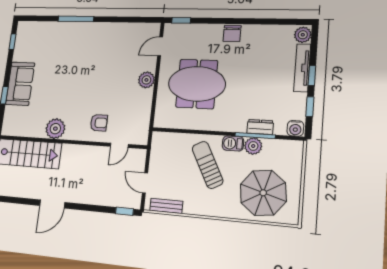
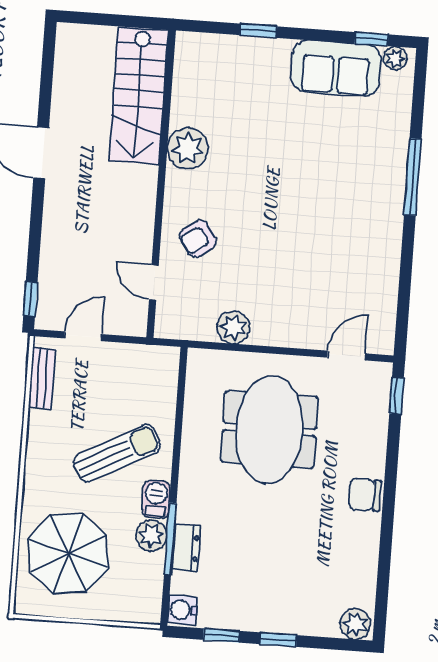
plant: (22, 30) -> (395, 58), added
door: (160, 46) -> (346, 356), hinge flipped
tv unit: (302, 68) -> (293, 623), removed
plant: (146, 80) -> (233, 327), moved
sofa: (20, 84) -> (336, 68), moved
armchair: (99, 123) -> (198, 239), turned 55

